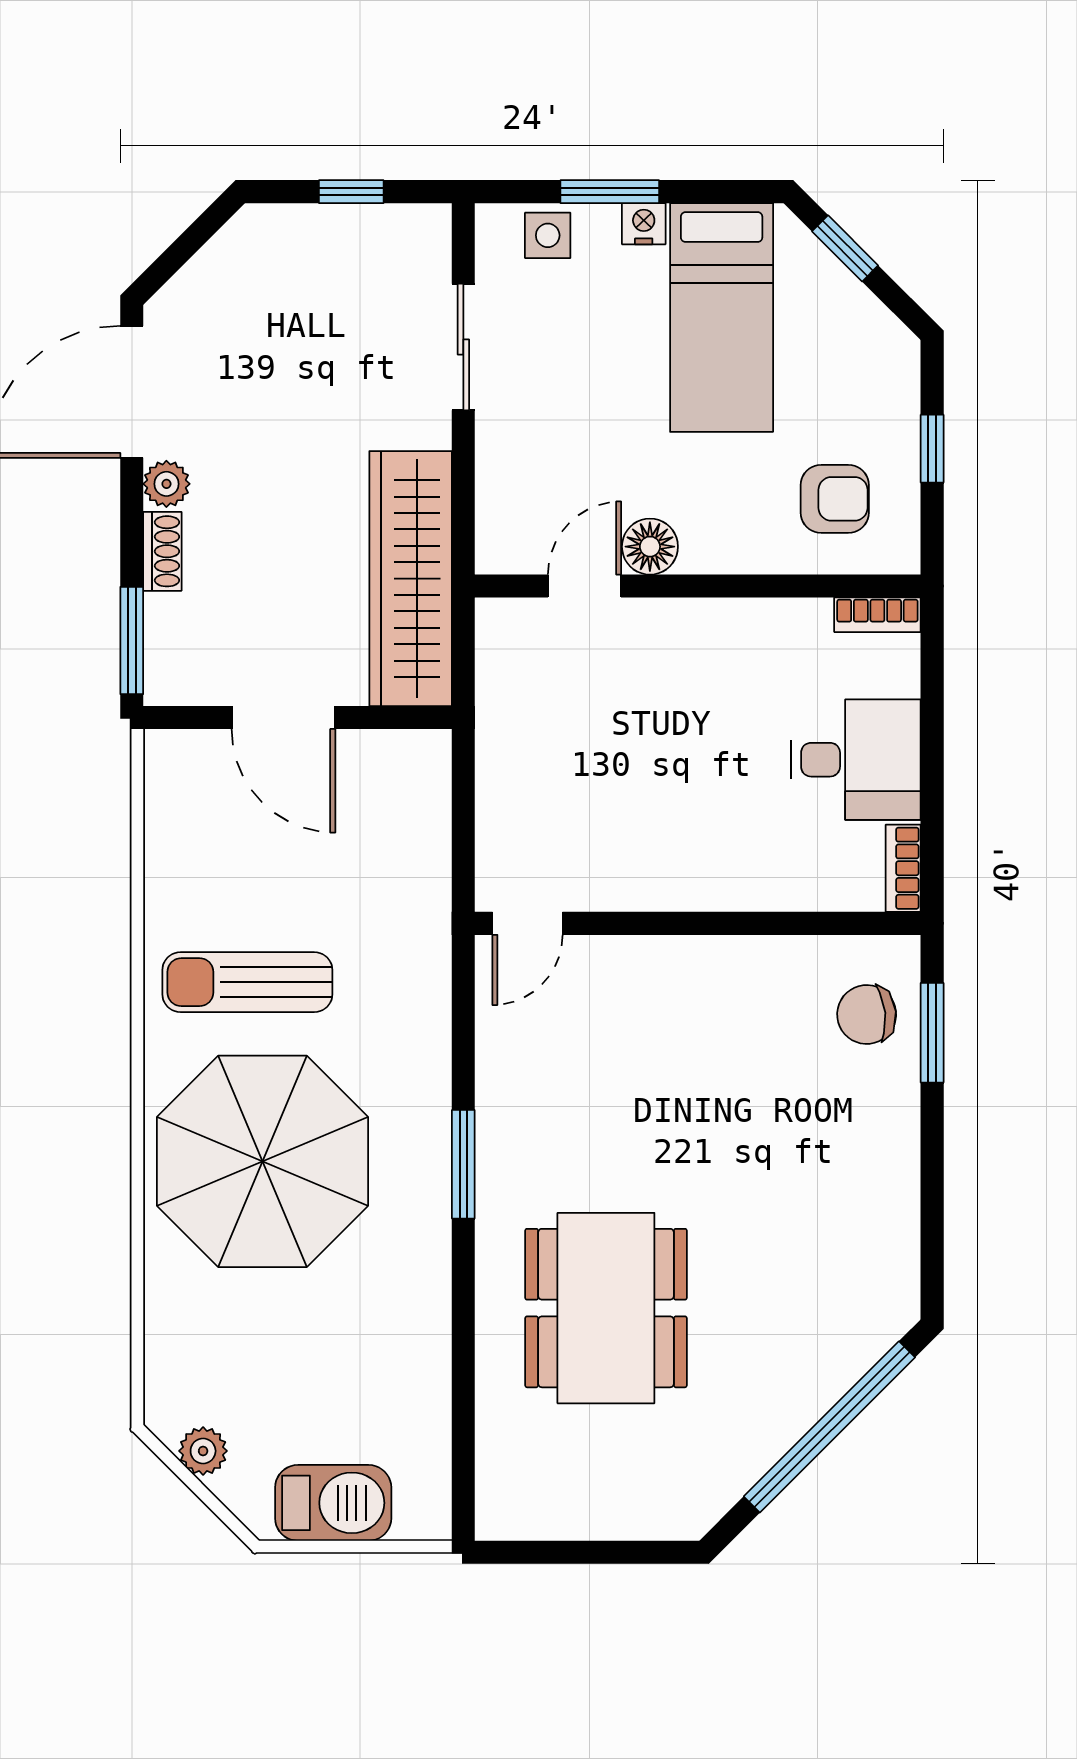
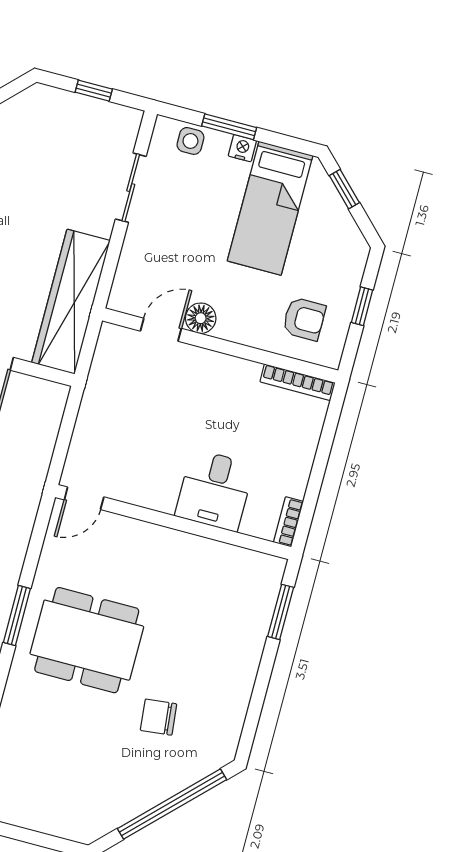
bookcase: (877, 615) -> (298, 382), width x1.56
desk: (856, 760) -> (215, 490), moved, turned 90
chair: (867, 1014) -> (159, 717), moved
dining table: (606, 1308) -> (87, 640), moved, turned 90

